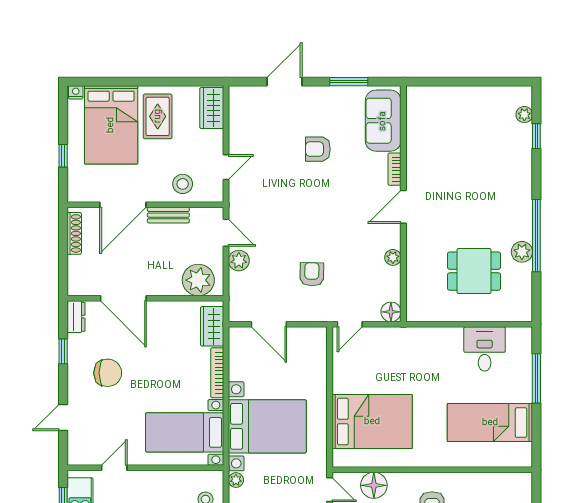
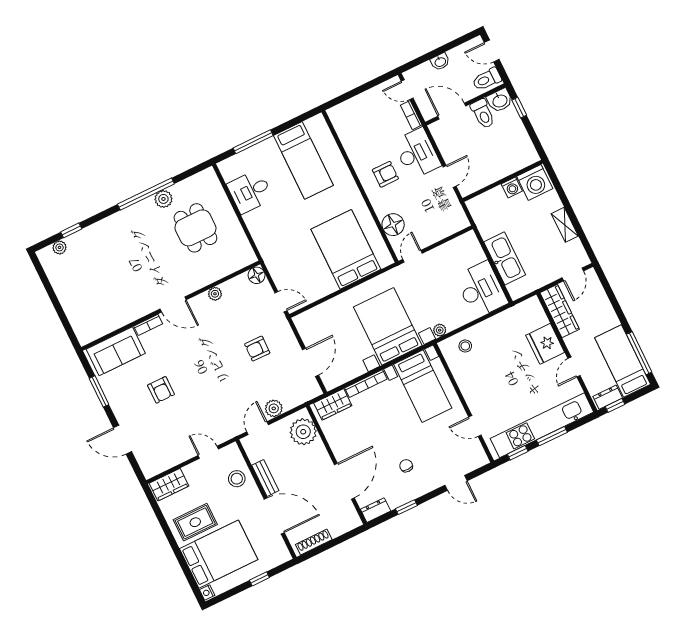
chair: (108, 373) -> (406, 466), width x0.54, depth x0.54

